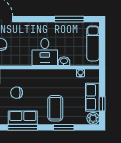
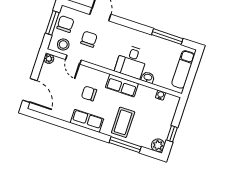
row of seats: (92, 97) -> (122, 86), moved, turned -90
window: (23, 127) -> (83, 131), removed
window: (64, 127) -> (125, 145), width x1.44

